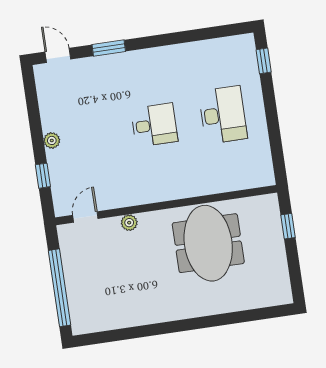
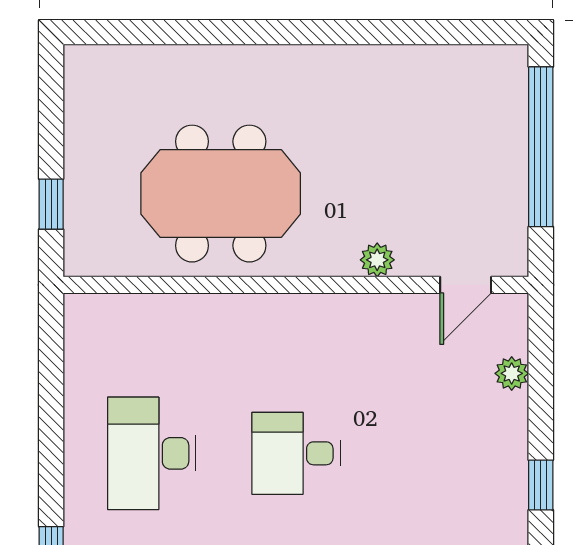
plant: (52, 140) -> (512, 373), moved
window: (43, 176) -> (541, 485), moved
meeting table: (208, 243) -> (221, 194), turned 90

